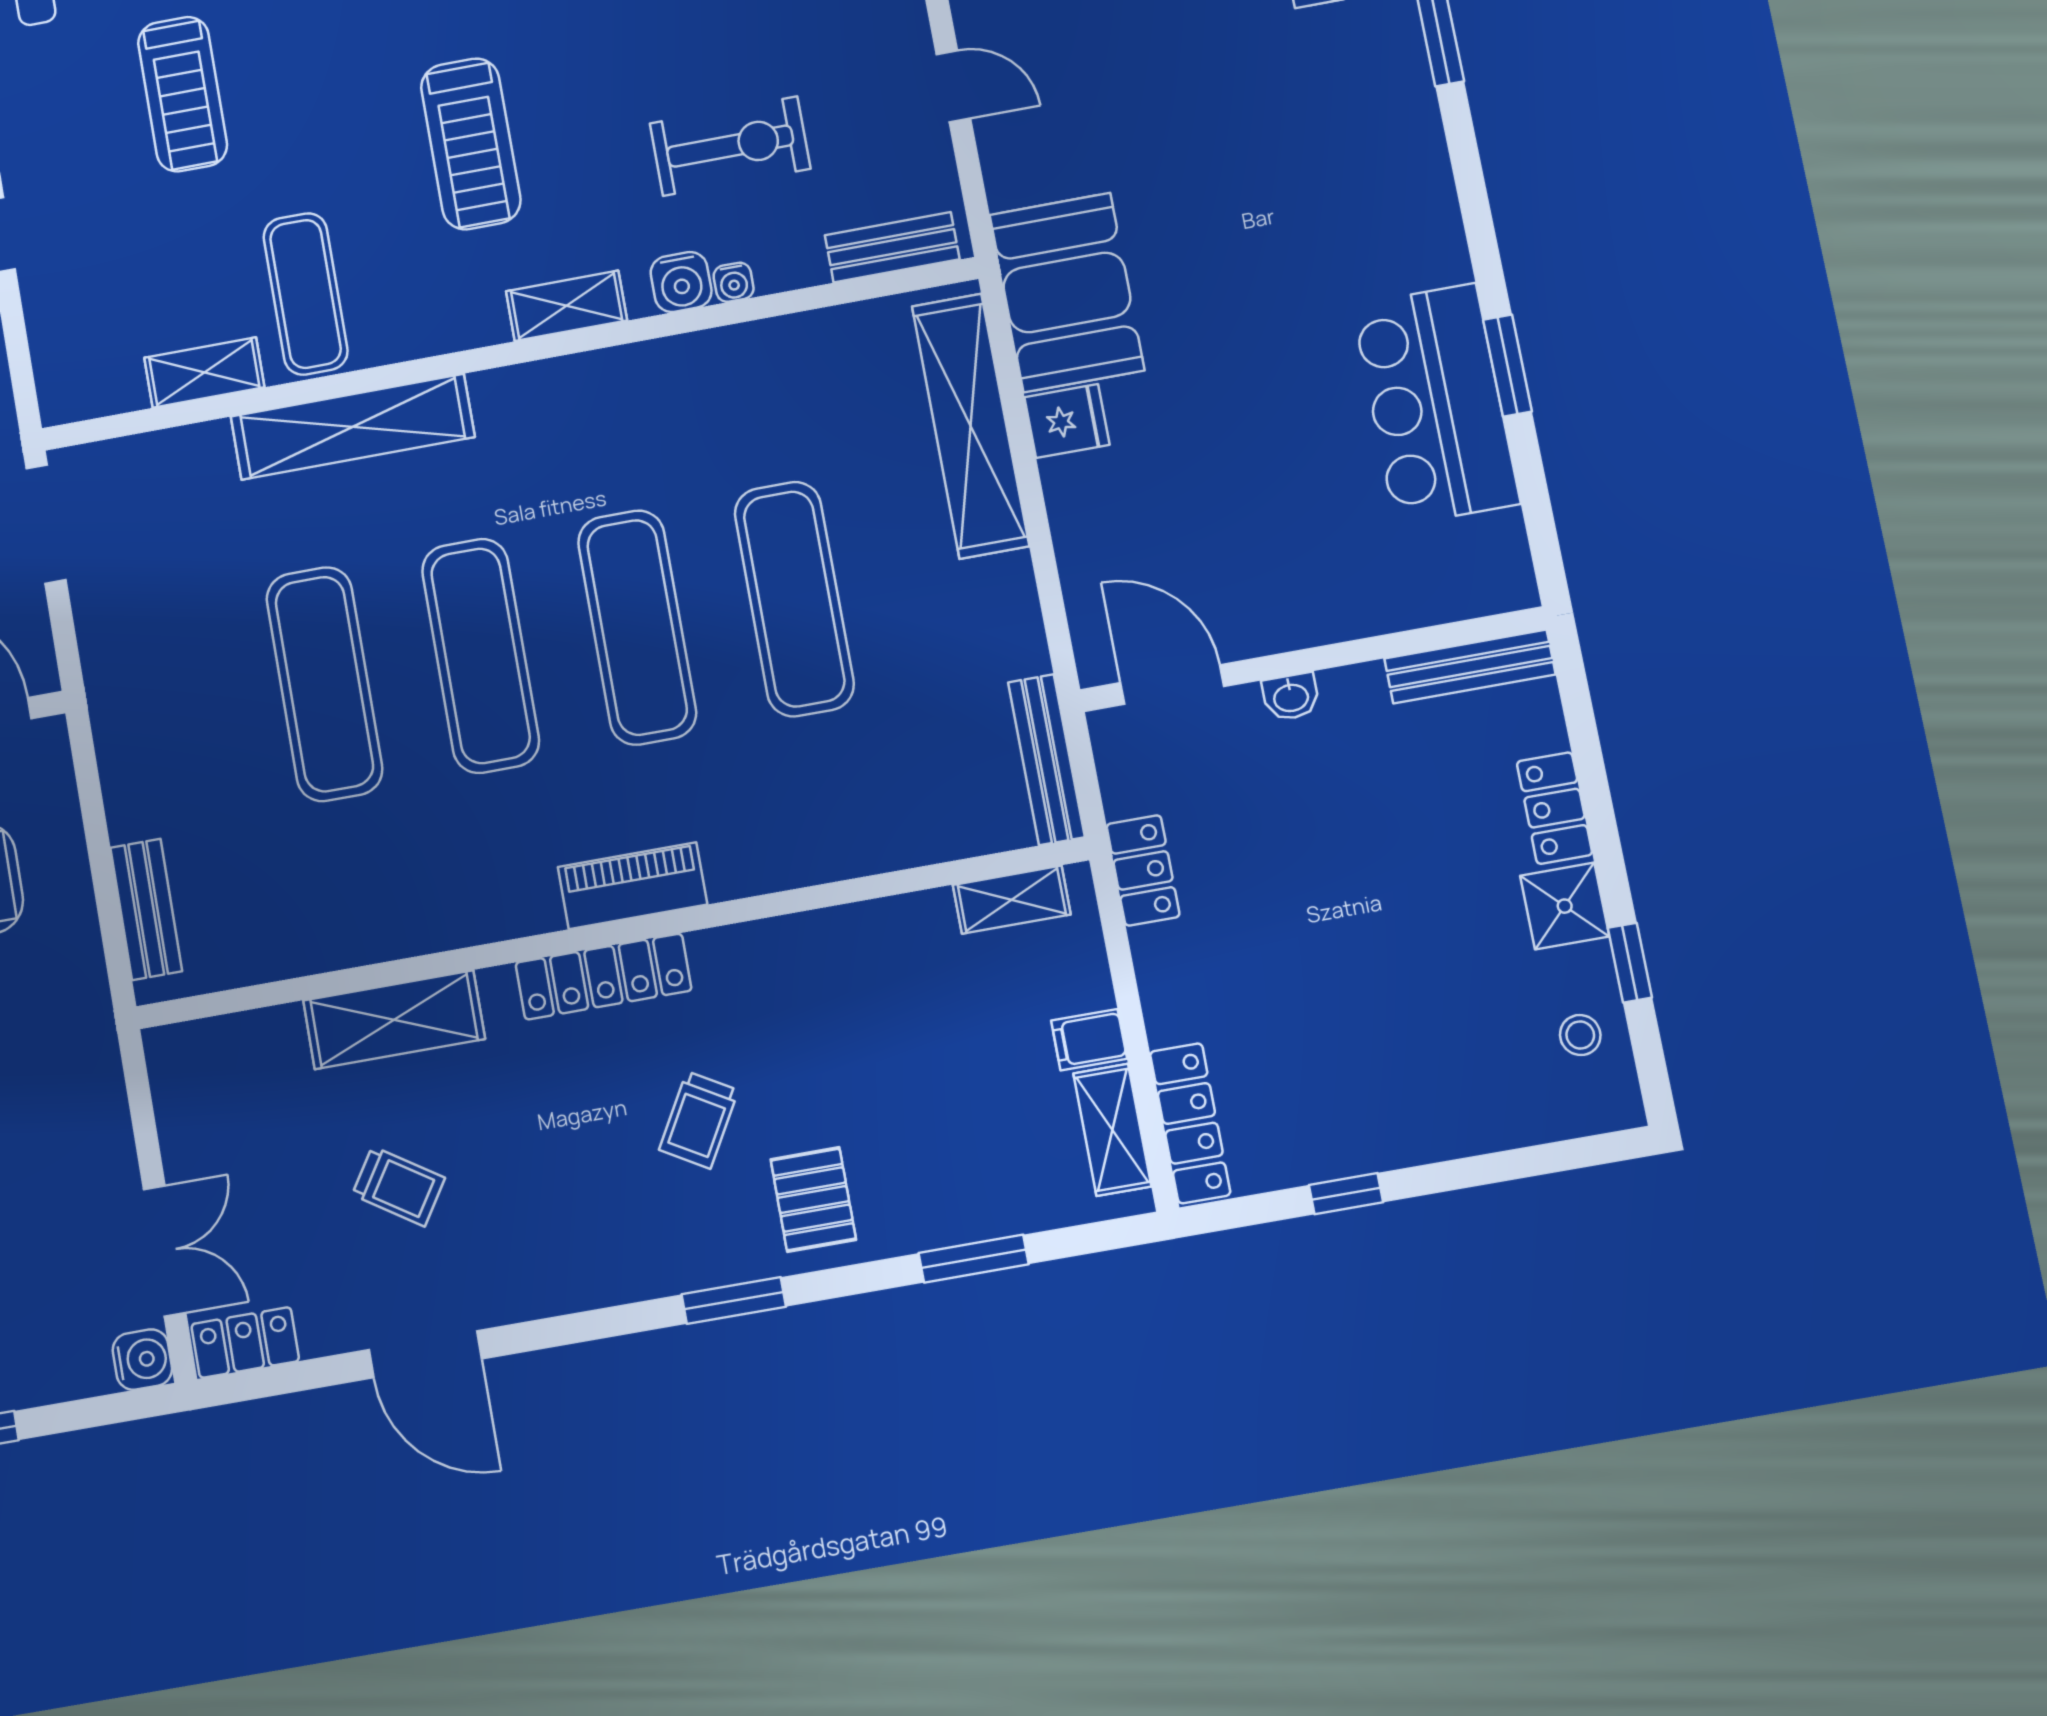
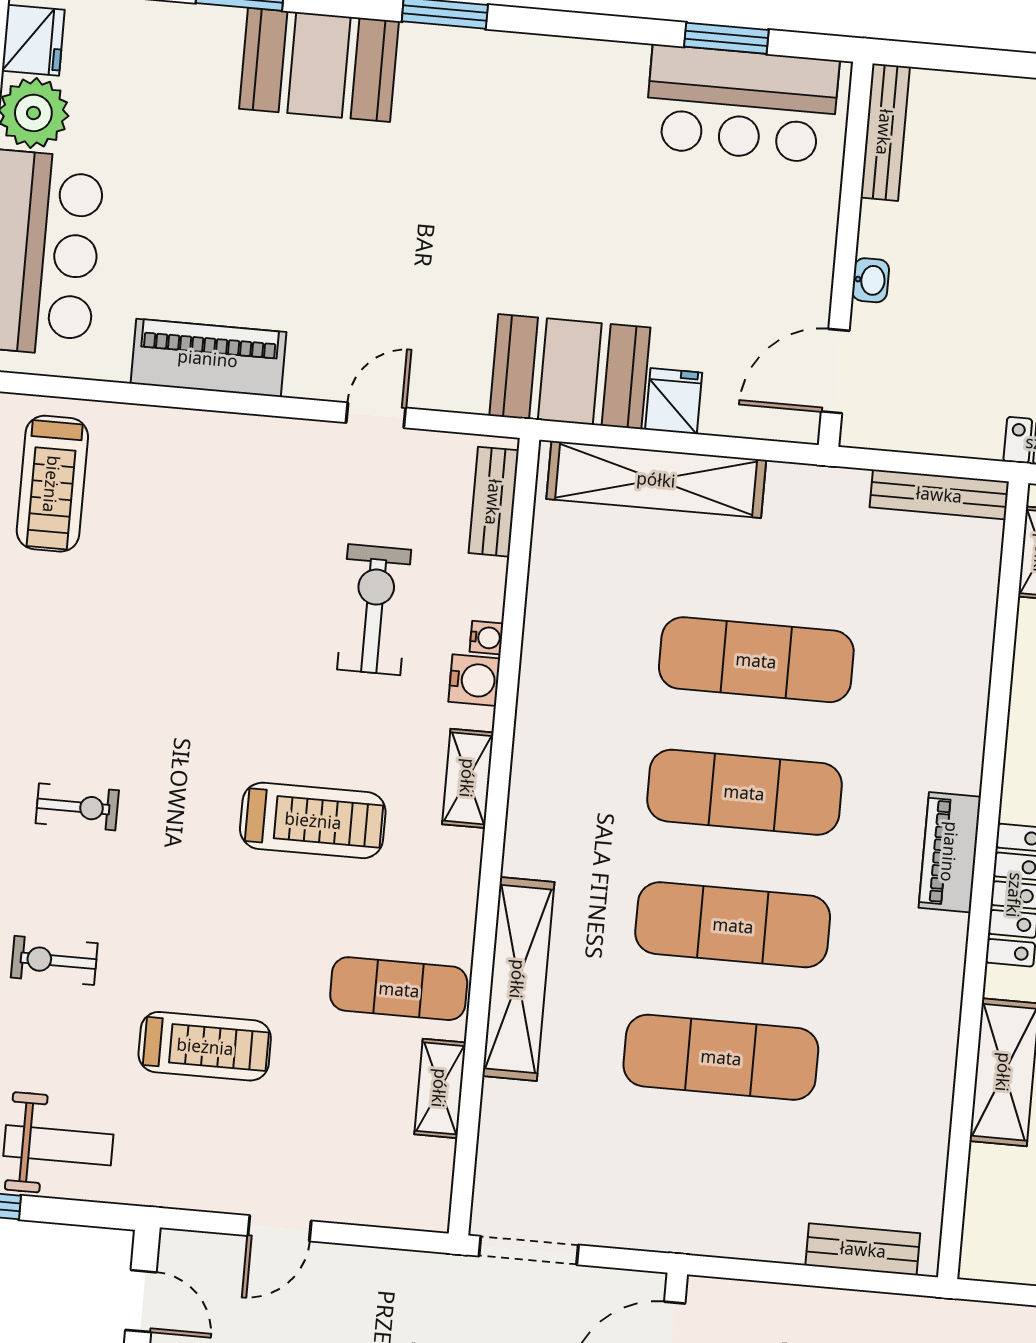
wall: (1313, 659) -> (846, 254), moved
bench: (1470, 666) -> (885, 132), moved
door: (1172, 685) -> (835, 371), moved
washbasin: (1291, 697) -> (870, 280), moved

